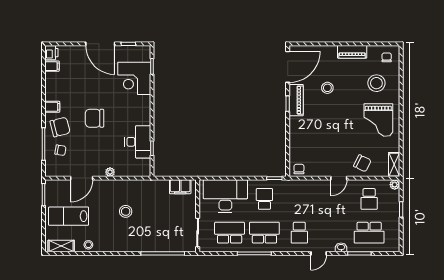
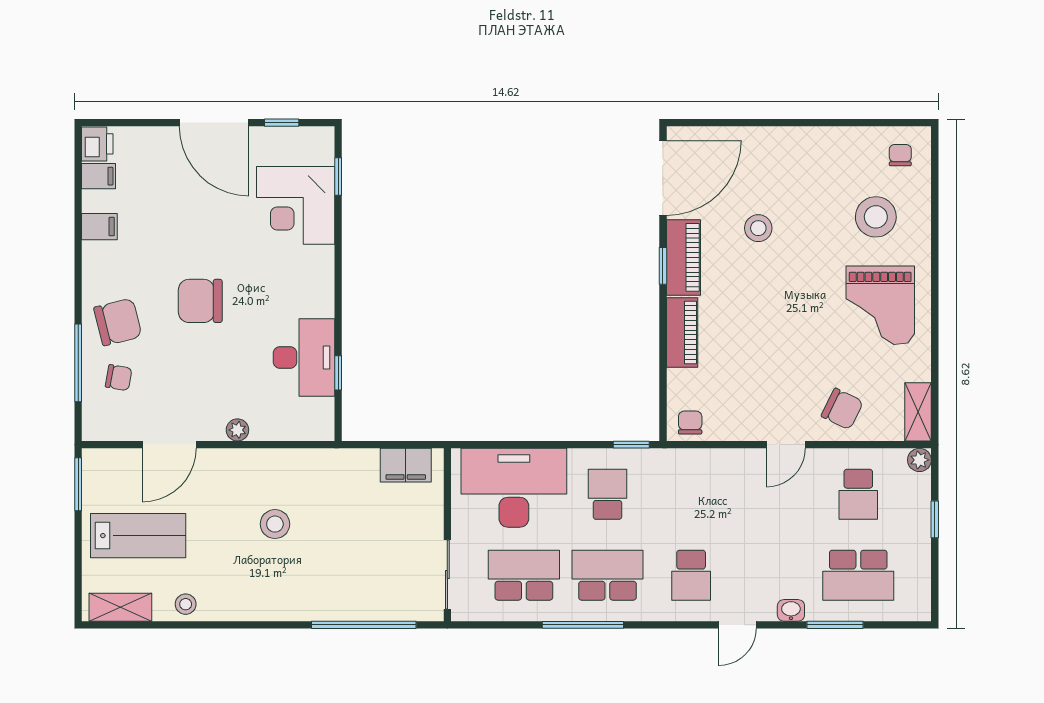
piano: (352, 52) -> (682, 332), moved, turned -90
filing cabinet: (52, 107) -> (99, 227), moved
lab bench: (69, 216) -> (138, 536), turned 180

